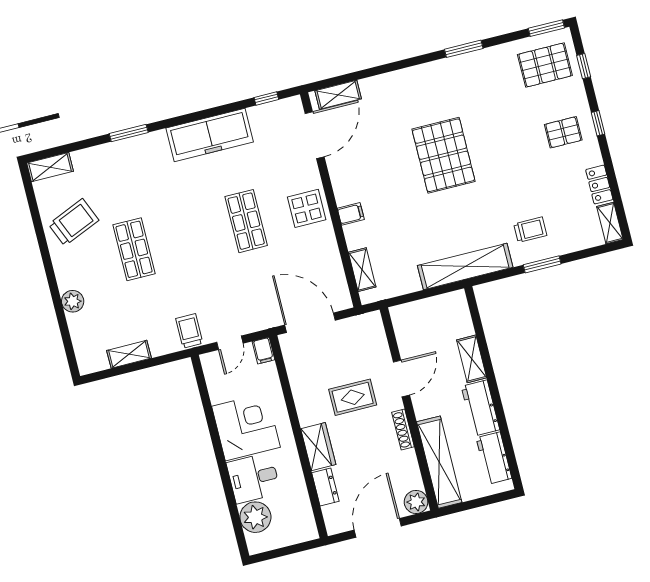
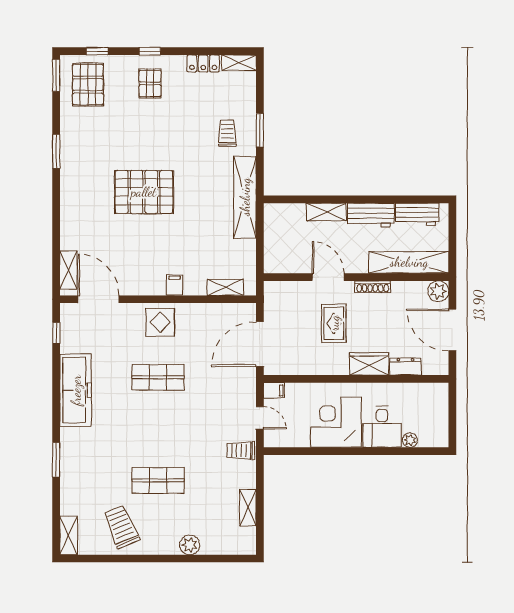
plant: (255, 517) -> (410, 440), width x0.53, depth x0.53

